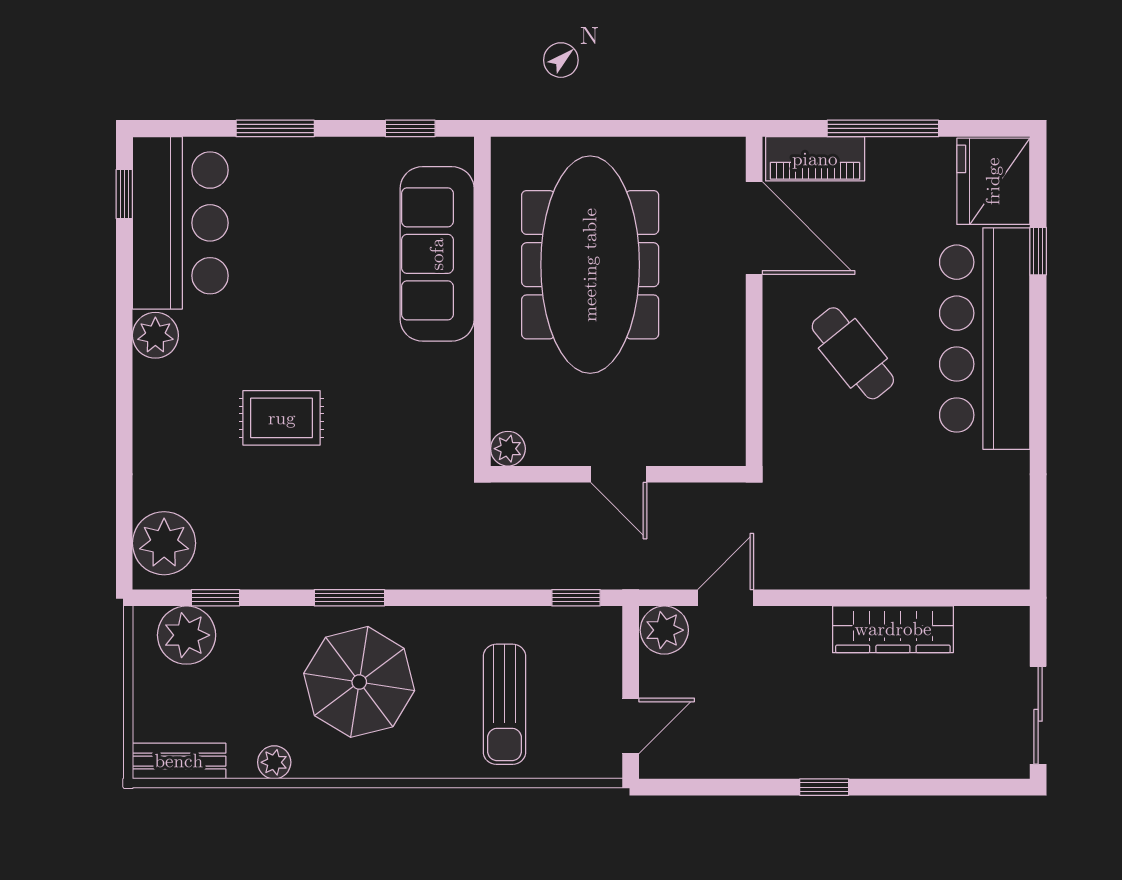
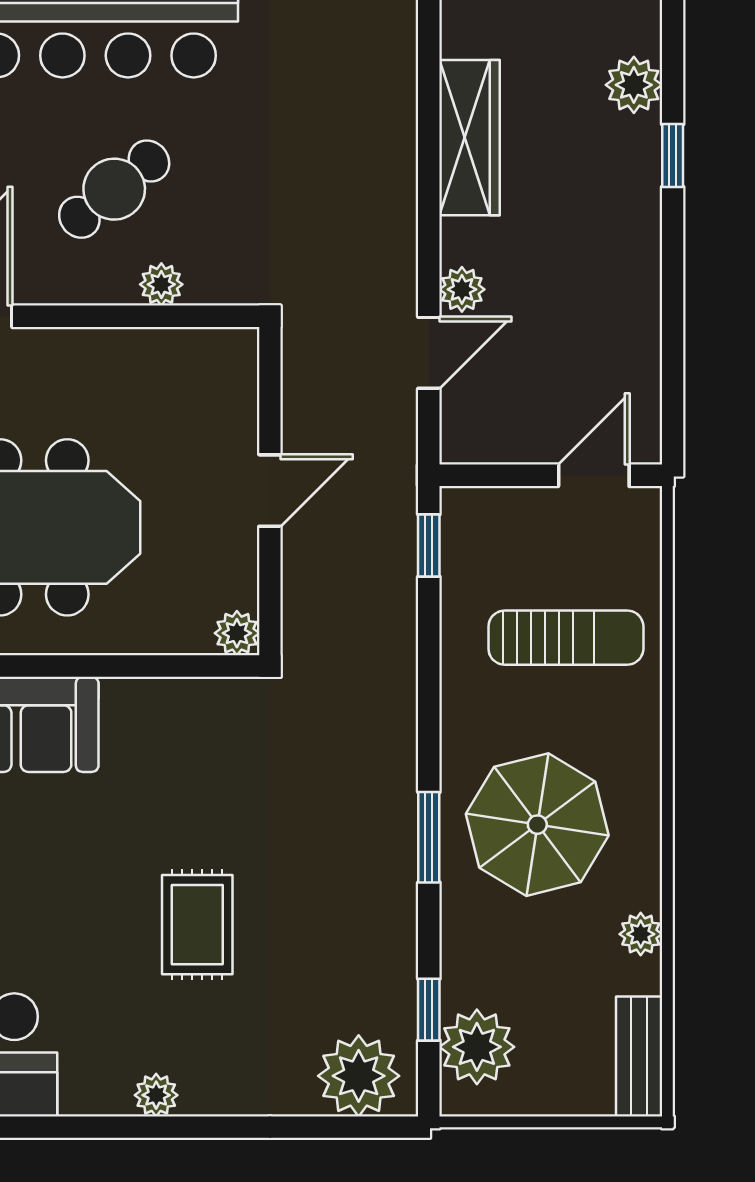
plant: (155, 335) -> (156, 1095), moved, width x0.73, depth x0.73
plant: (779, 390) -> (161, 284), added
door: (726, 598) -> (429, 353), swing flipped
plant: (664, 630) -> (462, 289), moved, width x0.73, depth x0.73
door: (631, 726) -> (594, 475), hinge flipped
plant: (934, 757) -> (634, 85), added
window: (824, 787) -> (673, 155), moved

